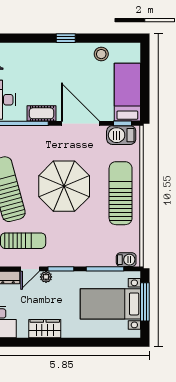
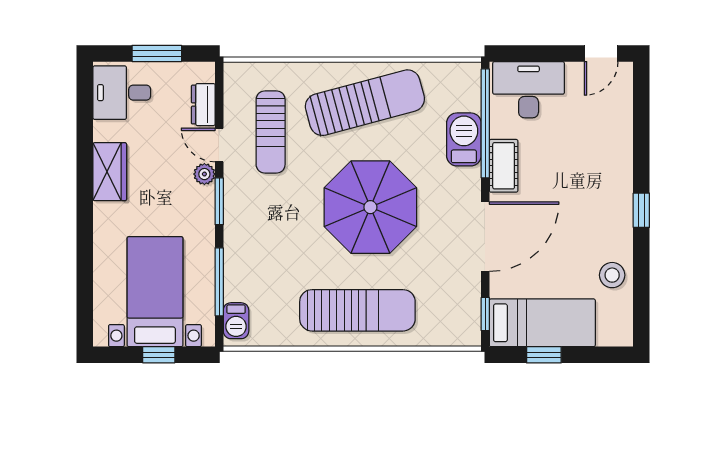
window: (145, 91) -> (544, 355), added
barbecue: (121, 135) -> (464, 139), moved
window: (145, 302) -> (159, 355), width x0.46

